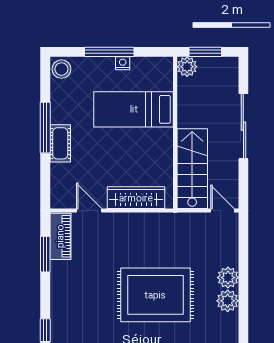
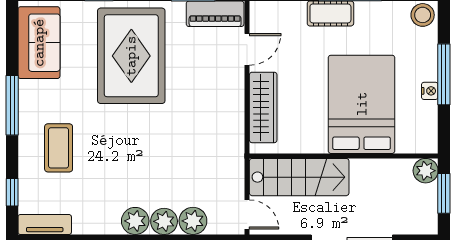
bed: (134, 109) -> (362, 104), width x1.50
door: (222, 211) -> (247, 214), hinge flipped
plant: (228, 254) -> (193, 221), added
rug: (155, 295) -> (131, 56), moved

